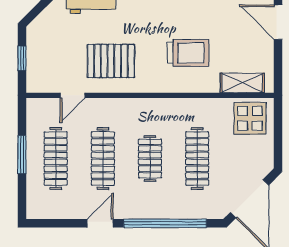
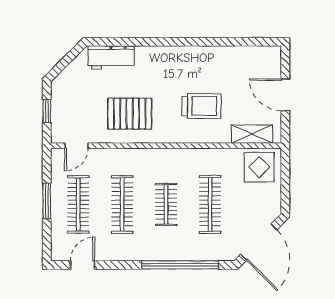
door: (278, 22) -> (285, 95), moved
door: (73, 95) -> (76, 146), moved
door: (100, 223) -> (83, 265), moved

